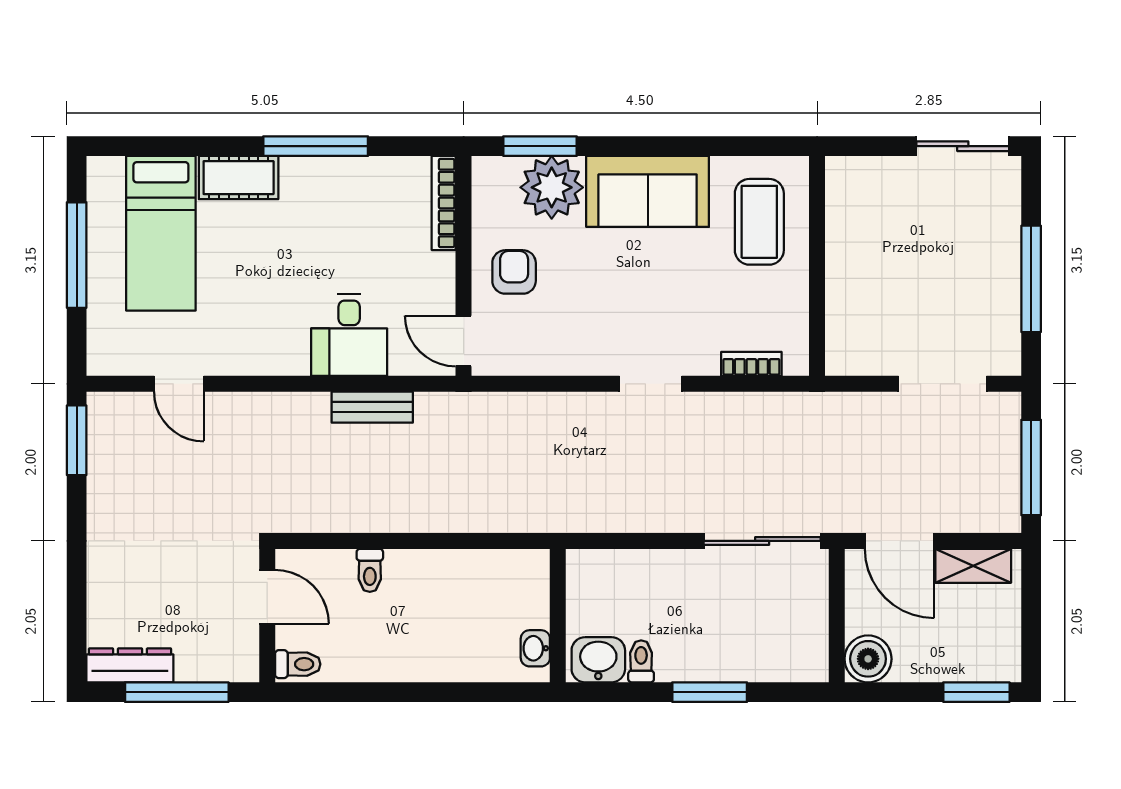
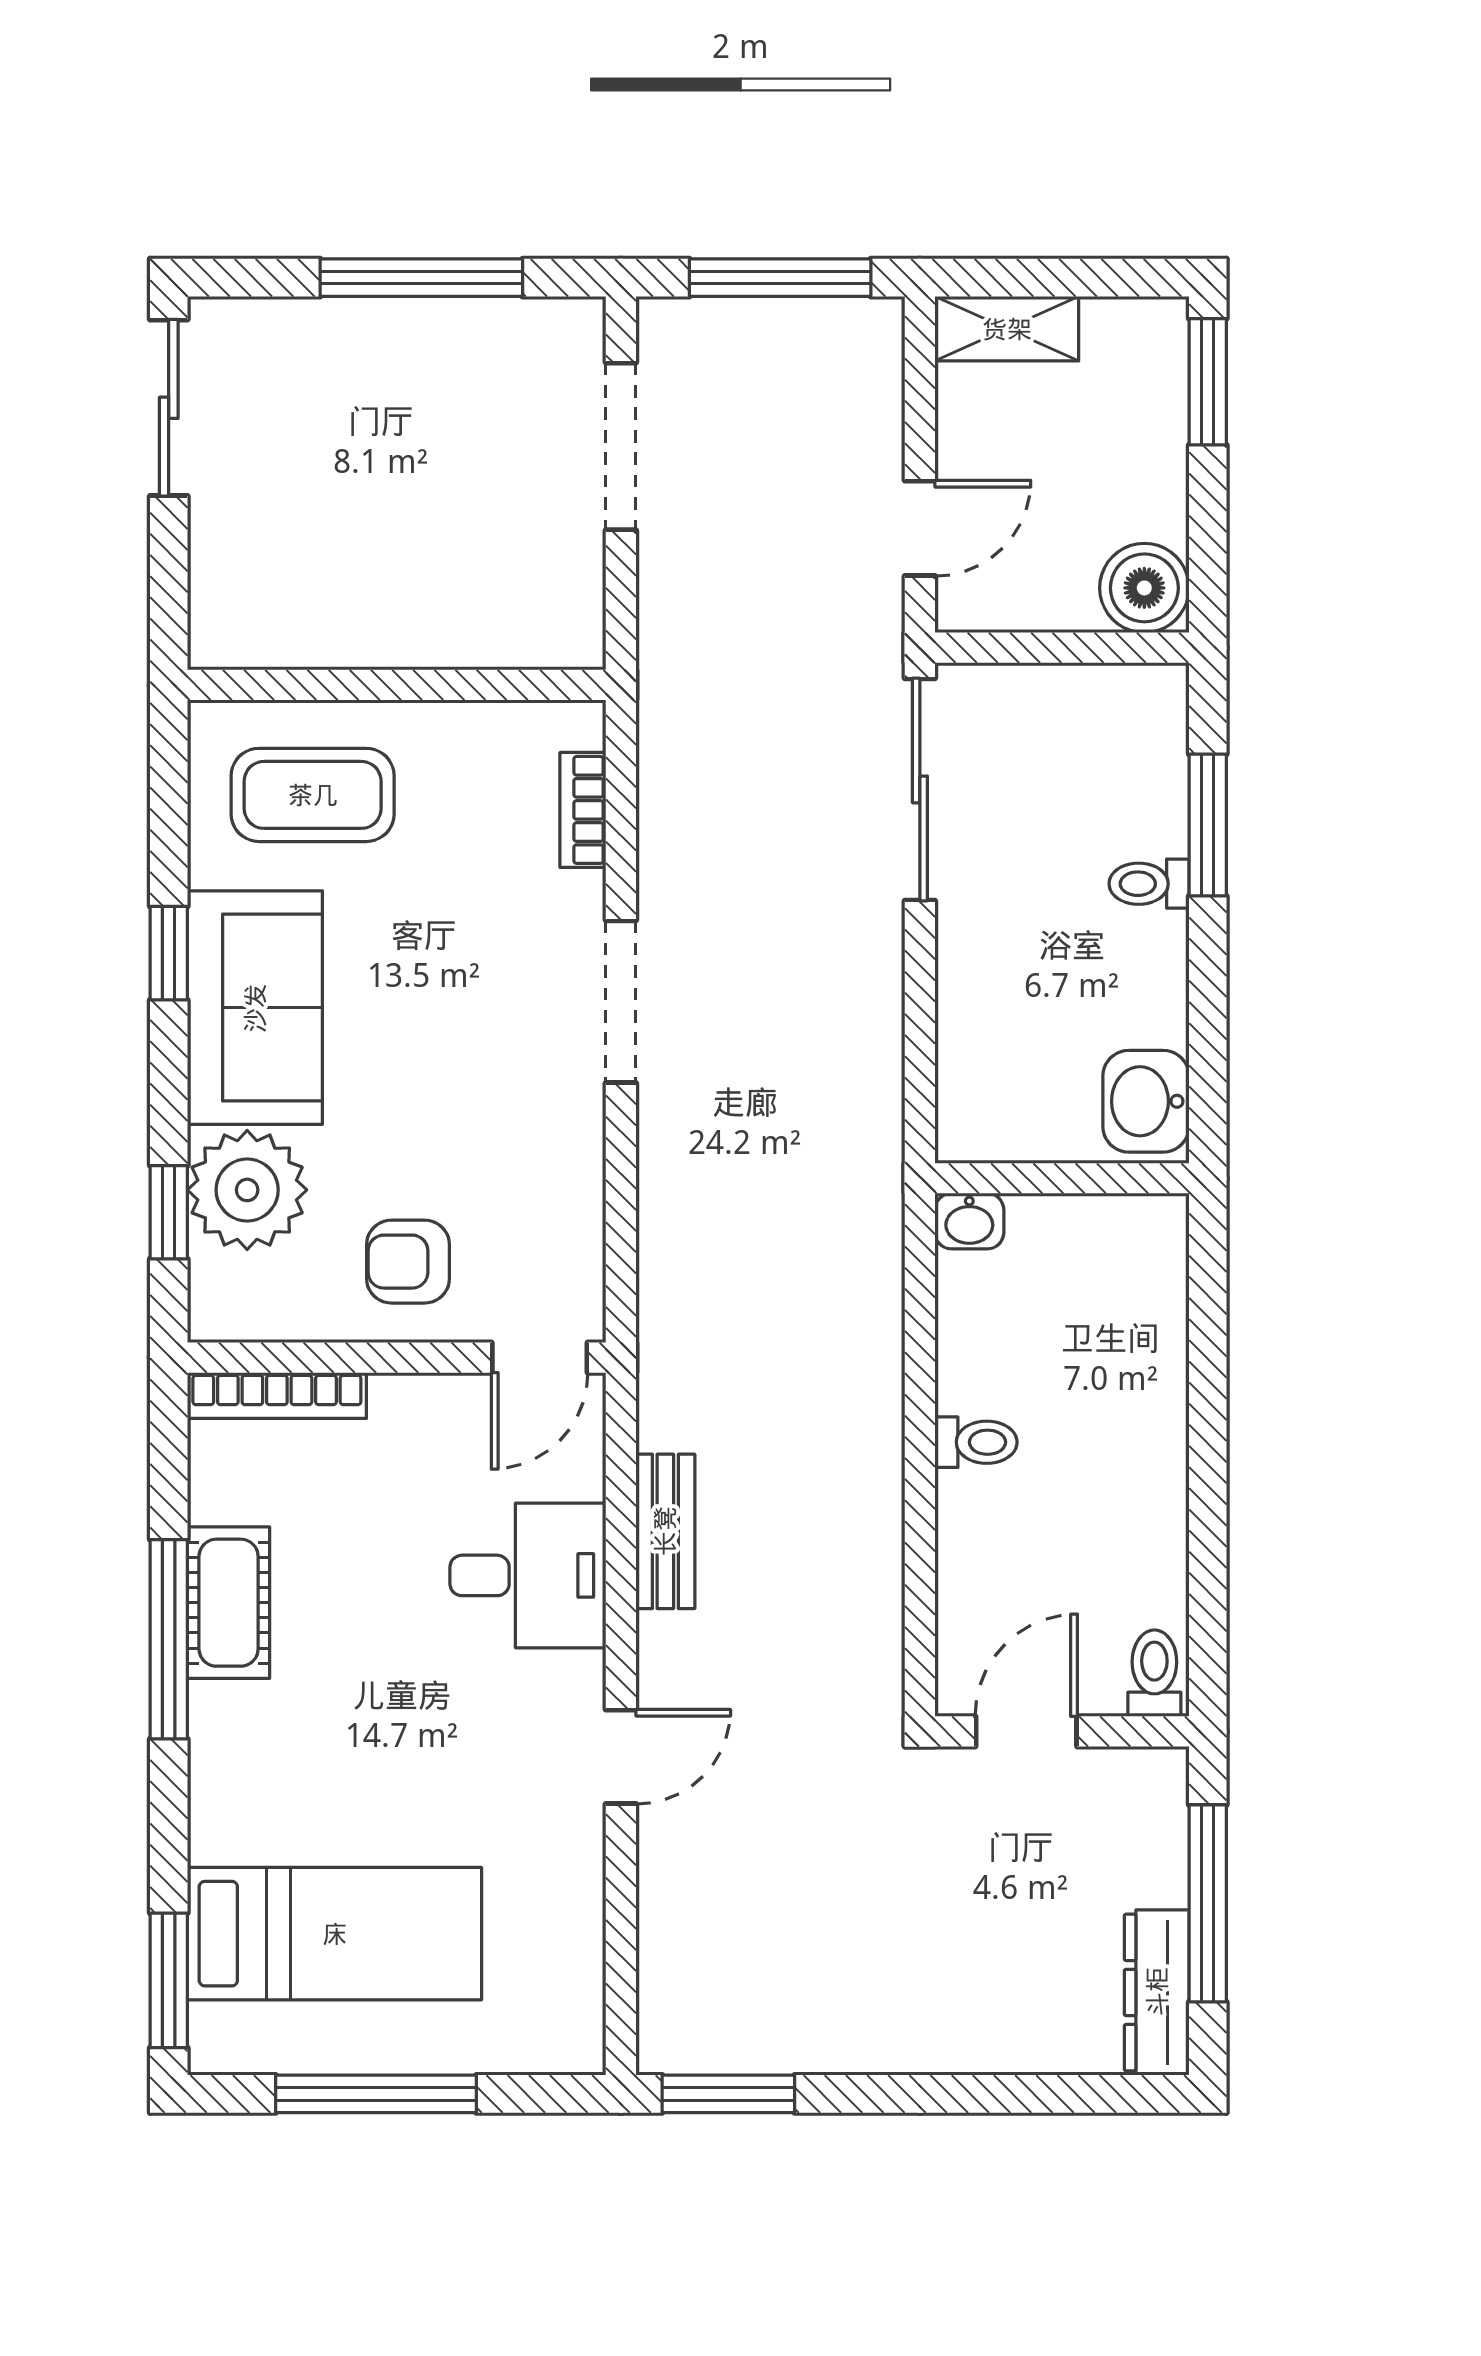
window: (136, 146) -> (169, 1980), added
window: (540, 146) -> (169, 1212), width x0.67
window: (676, 146) -> (169, 953), added
cot: (239, 178) -> (229, 1603), moved
door: (179, 384) -> (621, 1757), moved
doorway: (651, 384) -> (621, 1002), width x1.38
door: (899, 541) -> (920, 528), width x0.73
shelving: (973, 566) -> (1007, 329), moved, turned 90
toilet: (370, 570) -> (976, 1442), moved
washbasin: (535, 648) -> (969, 1221), moved
toilet: (641, 661) -> (1149, 884), moved
window: (710, 692) -> (1208, 825), moved

